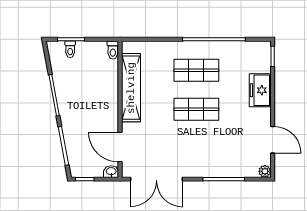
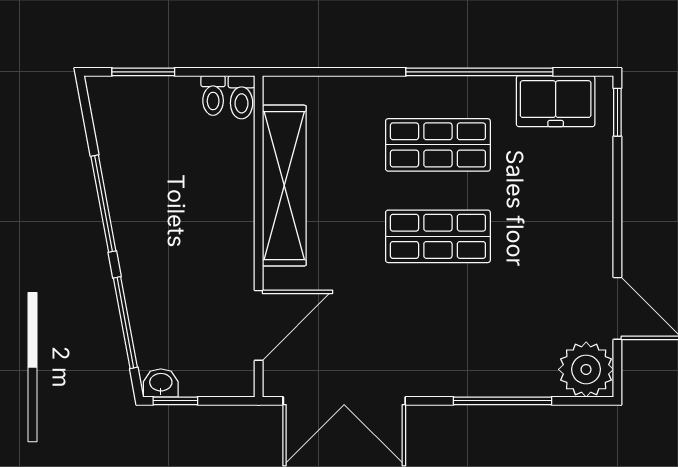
toilet: (70, 49) -> (213, 95), moved
freezer: (260, 90) -> (556, 101), moved, turned -90
door: (120, 147) -> (259, 325), swing flipped
plant: (265, 171) -> (586, 369), width x1.87, depth x1.87
washbasin: (111, 172) -> (161, 383), moved

